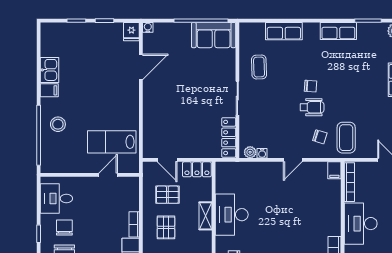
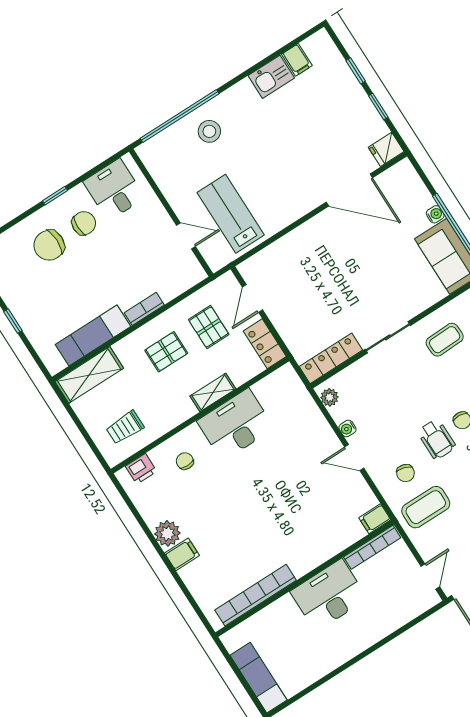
water cooler: (148, 27) -> (435, 214), moved
door: (141, 67) -> (349, 190), width x1.36
filing cabinet: (49, 90) -> (297, 60), moved
water cooler: (262, 153) -> (347, 428), moved

